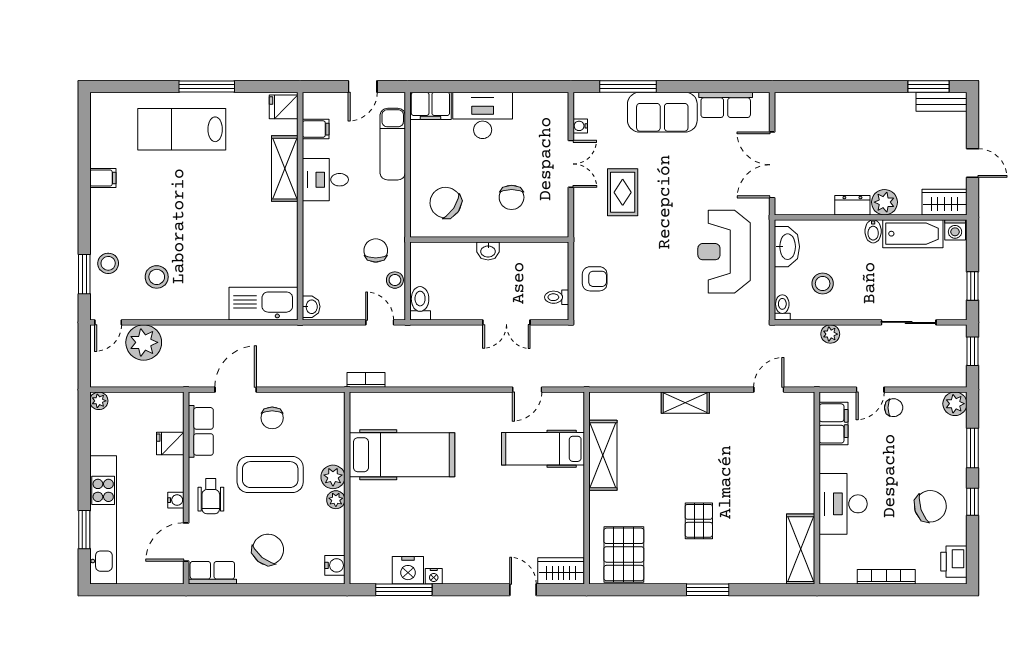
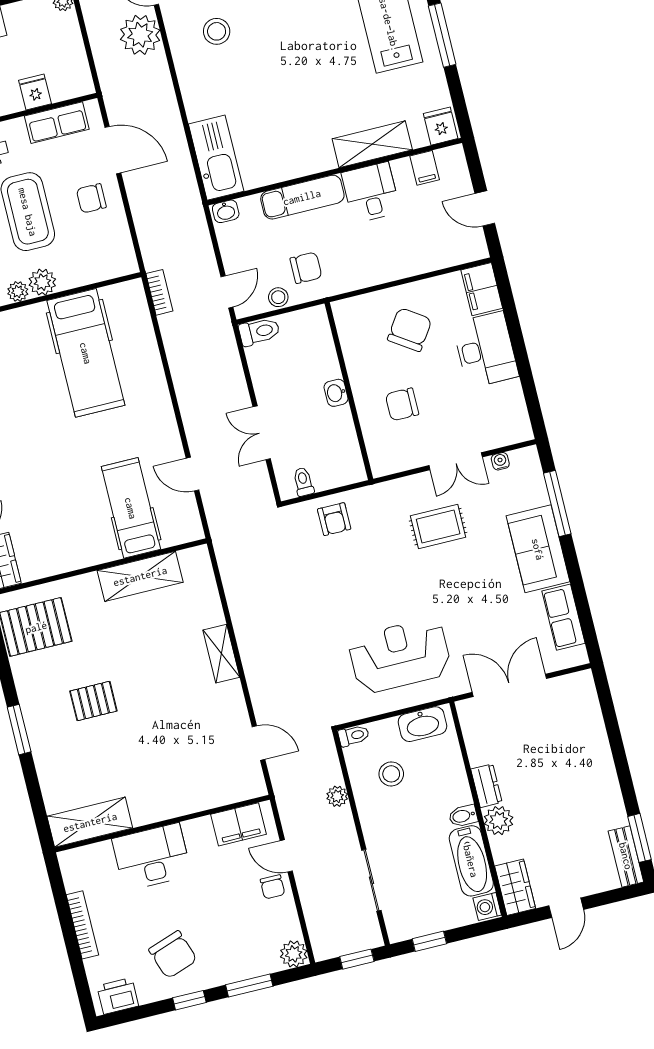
exam couch: (393, 144) -> (302, 197), moved, turned 180
chair: (446, 203) -> (410, 330), moved

